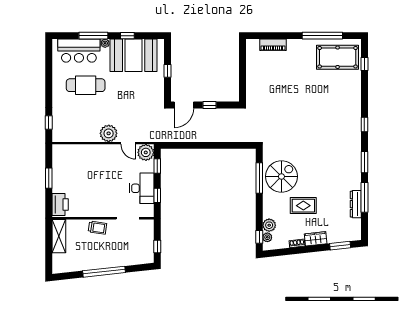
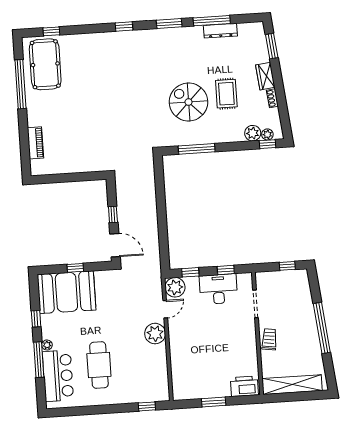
booth: (134, 55) -> (66, 292), moved, turned 90
spiral stairs: (281, 176) -> (188, 102), moved
shelving: (59, 236) -> (292, 385), width x1.47

